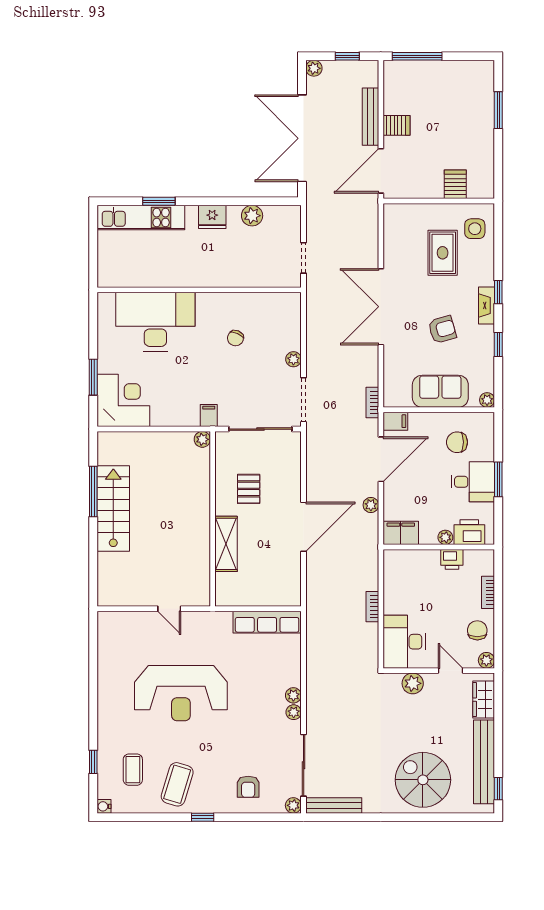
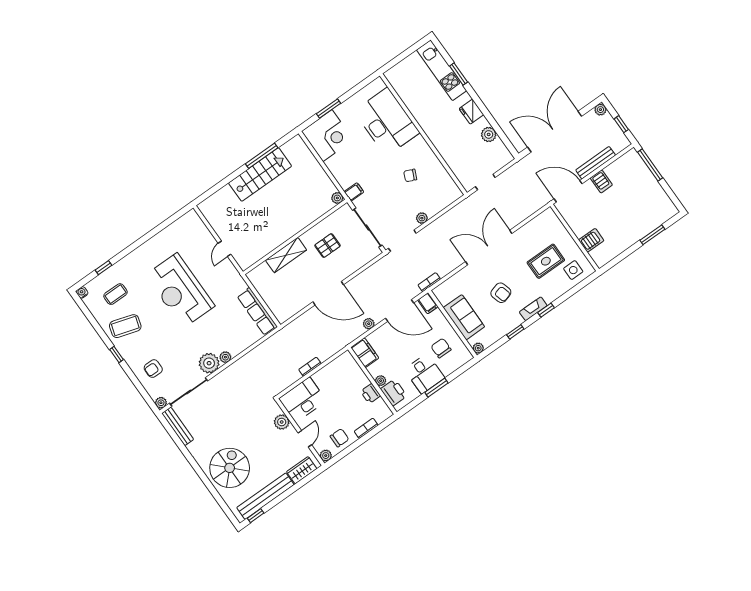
plant: (294, 712) -> (209, 363), width x1.88, depth x1.88

